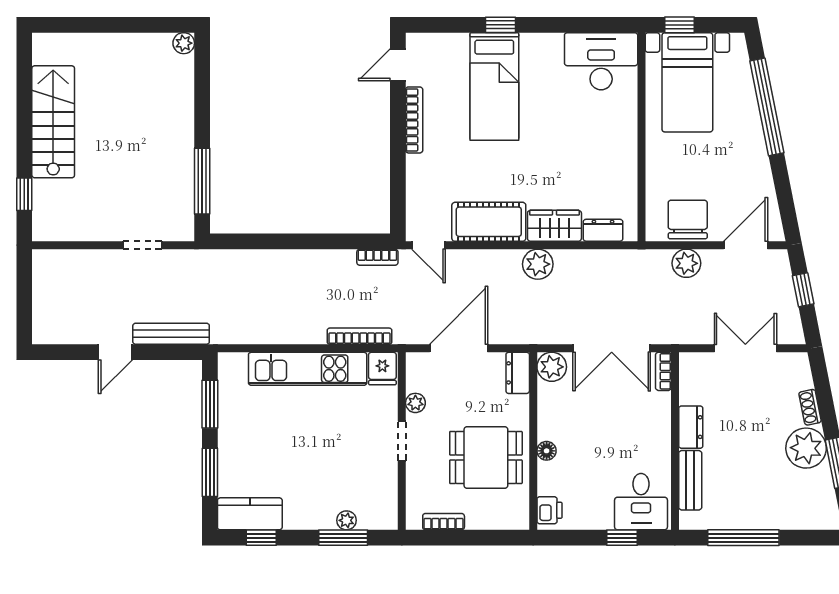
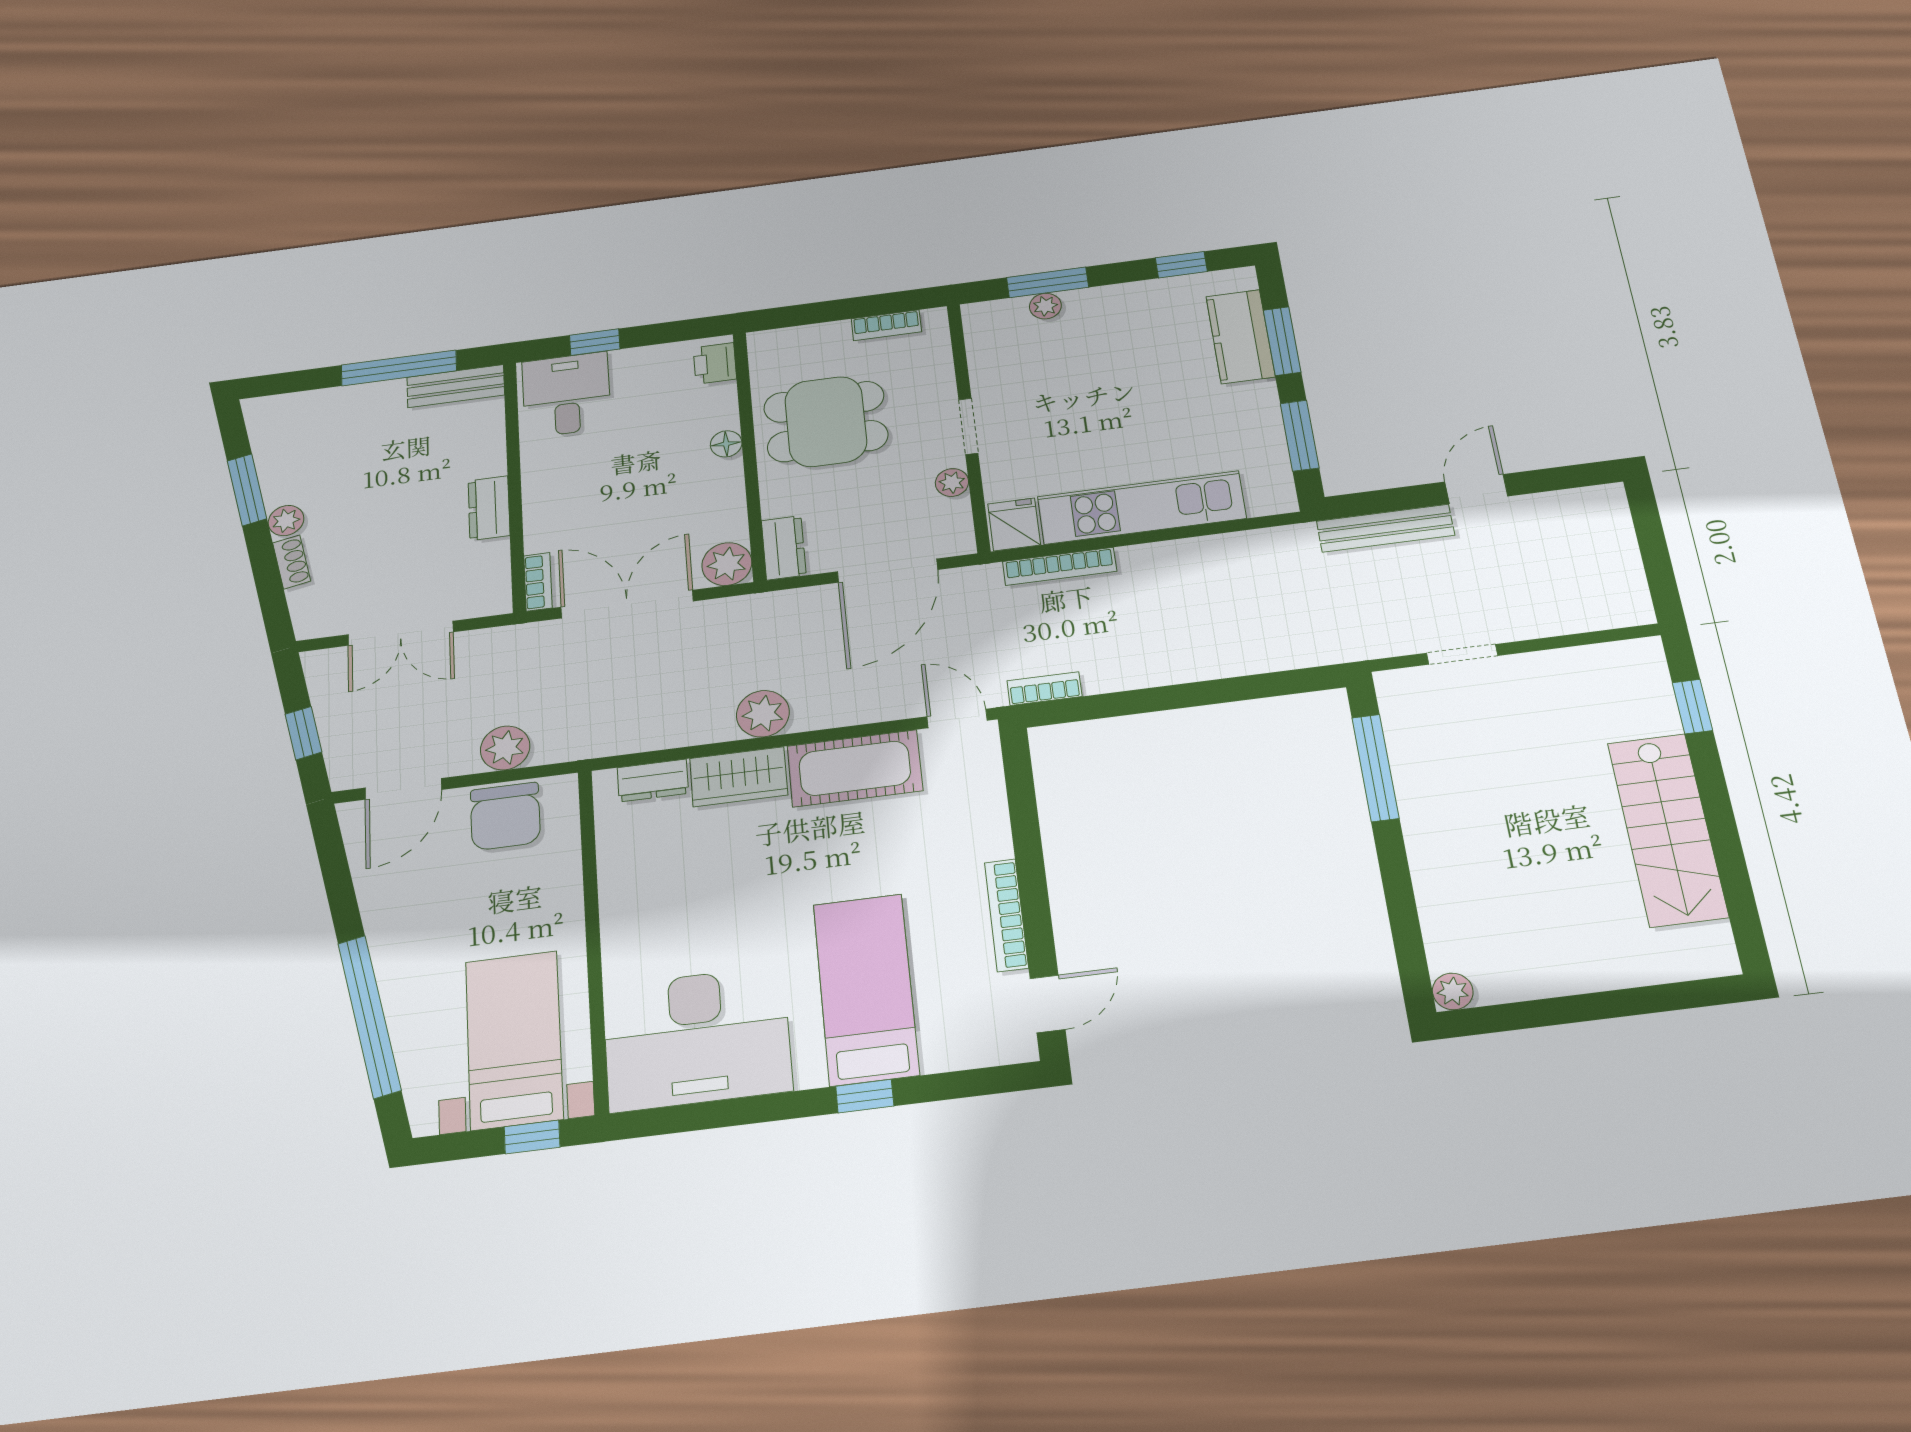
desk: (601, 61) -> (697, 1038), width x1.36, depth x1.30
plant: (806, 448) -> (286, 521), width x0.53, depth x0.53
bench: (690, 480) -> (456, 386), moved, turned 90
kitchen counter: (250, 514) -> (1241, 336), moved, turned 90

